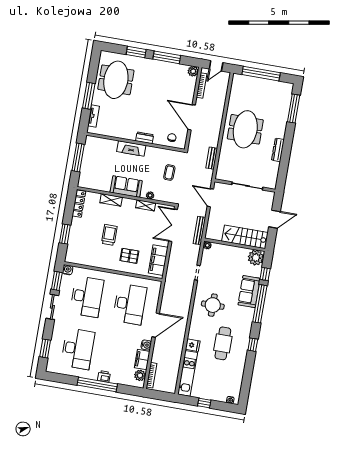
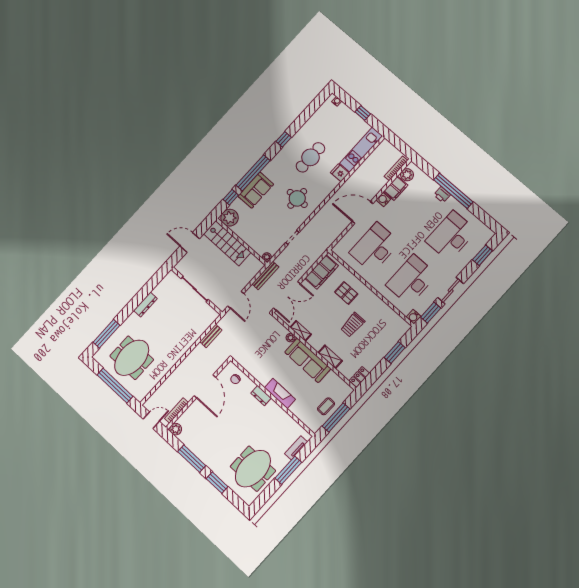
meeting table: (245, 129) -> (132, 358), moved
coffee table: (169, 173) -> (326, 406), moved
sofa: (126, 187) -> (308, 360), width x1.36
locker: (79, 204) -> (359, 377), width x0.66

